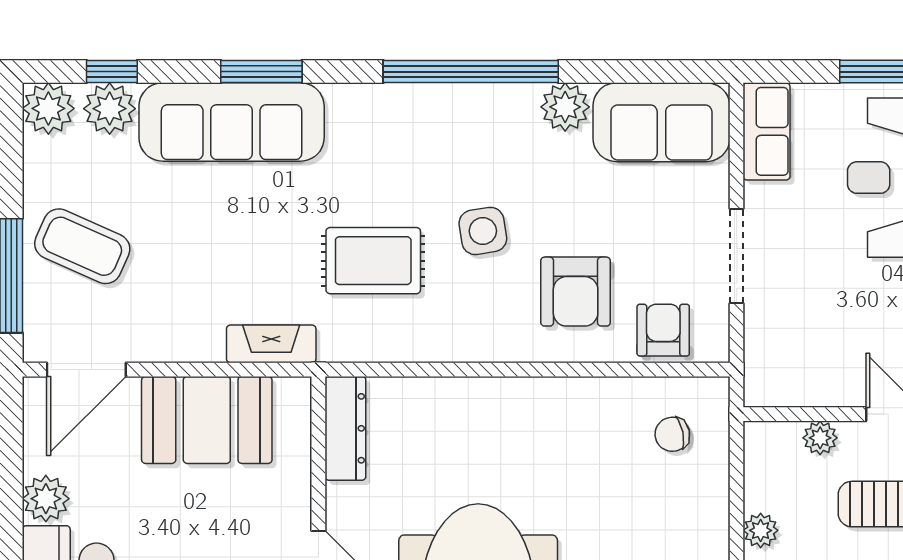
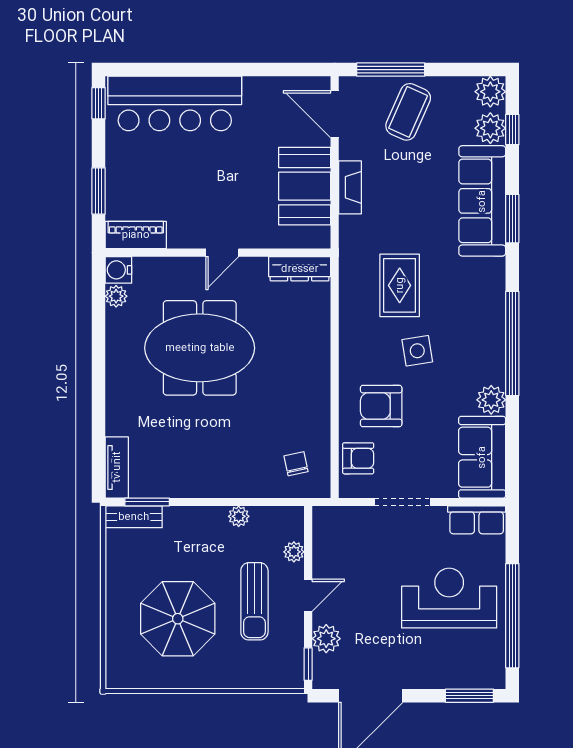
fireplace: (271, 344) -> (350, 187), moved
plant: (46, 499) -> (258, 90), removed

